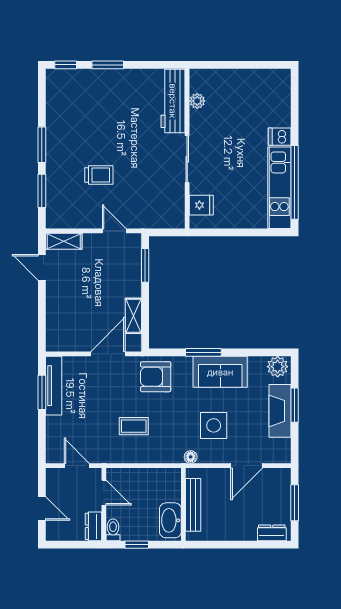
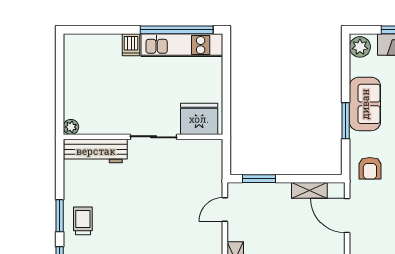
plant: (197, 101) -> (71, 127), moved
trolley: (99, 175) -> (83, 221), moved
fridge: (201, 205) -> (199, 119), width x1.88, depth x1.34
armchair: (156, 377) -> (370, 168), width x0.72, depth x0.72

